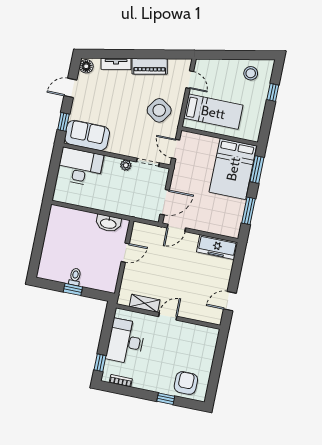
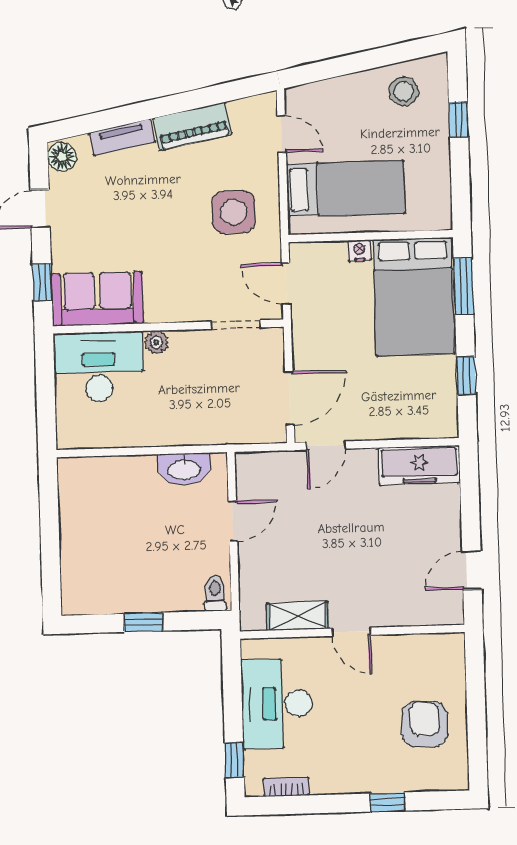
side table: (159, 110) -> (234, 212), turned -34
nightstand: (213, 142) -> (359, 251), added
plant: (126, 165) -> (156, 342), moved
window: (248, 211) -> (466, 375), width x0.67
toilet: (75, 277) -> (215, 593), moved
door: (168, 316) -> (351, 632), swing flipped
armchair: (186, 383) -> (425, 724), moved

